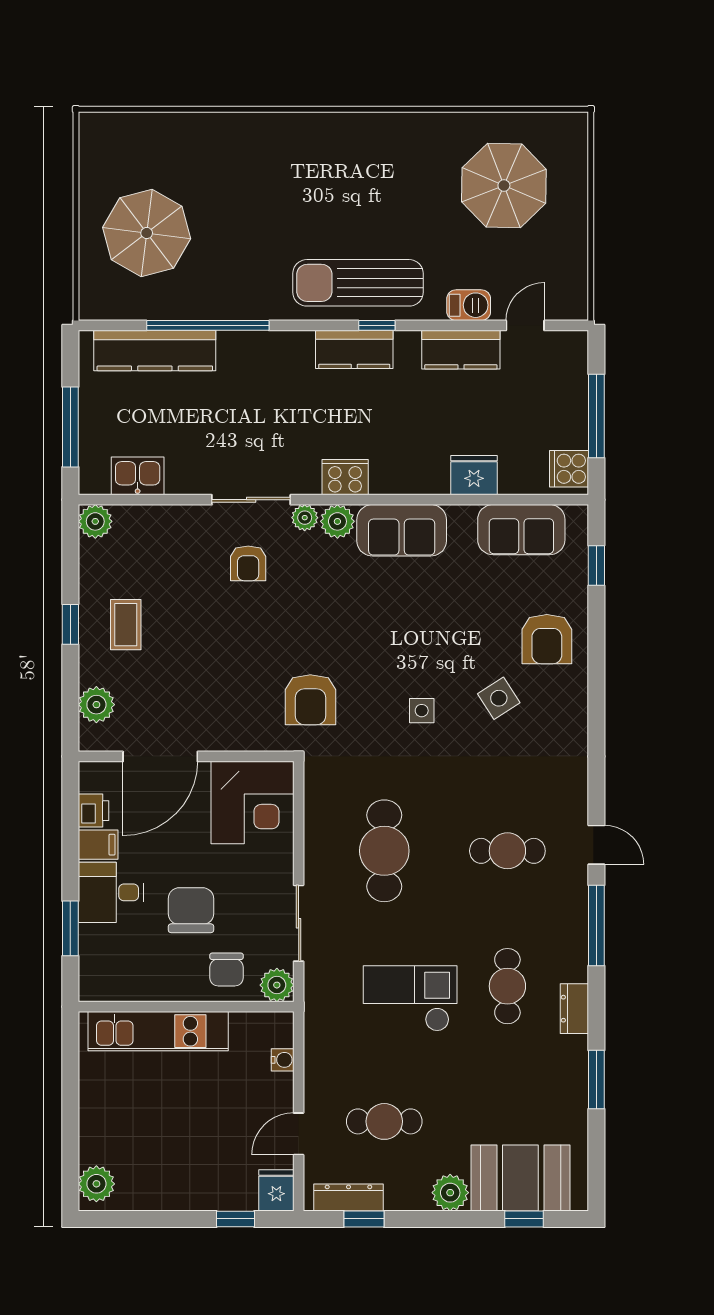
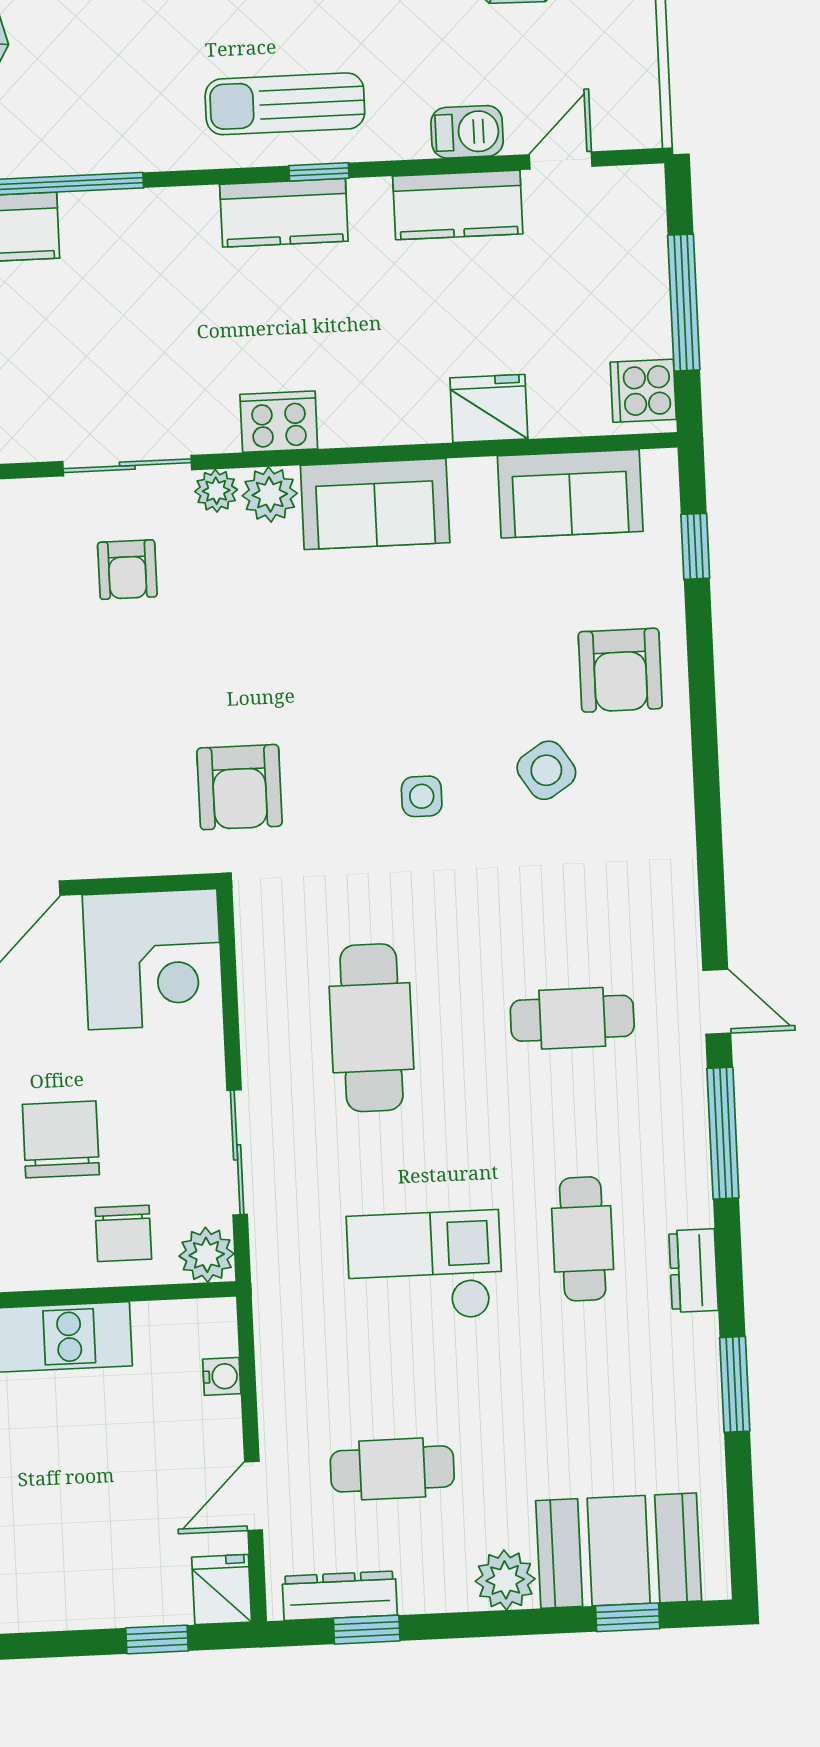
sun lounger: (358, 283) -> (285, 104), width x0.73, depth x0.75

